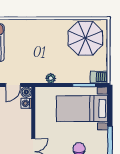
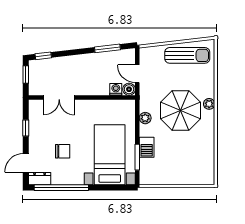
plant: (39, 24) -> (209, 104), added
parasol: (85, 38) -> (180, 111), moved
barbecue: (99, 77) -> (147, 147), moved

